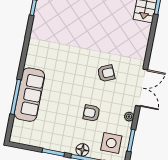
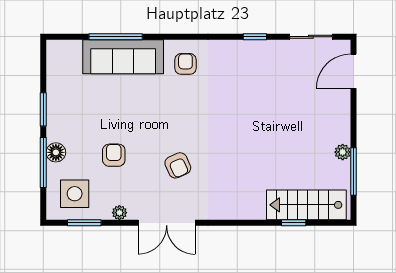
armchair: (42, 56) -> (185, 64), added

